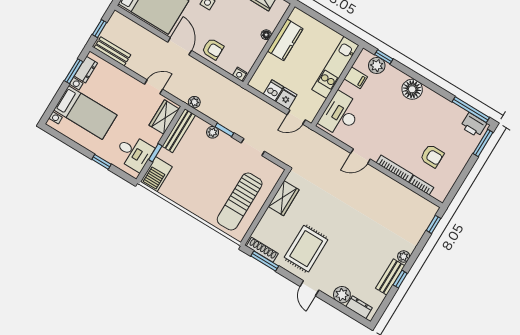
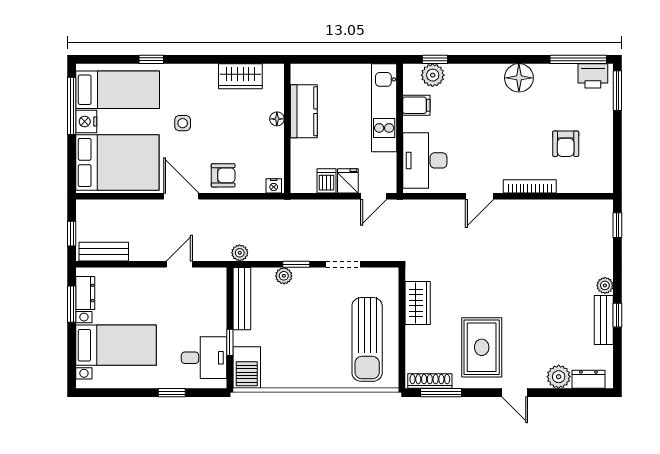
floor lamp: (412, 89) -> (519, 78), moved
wardrobe: (164, 117) -> (214, 293), removed
armchair: (432, 156) -> (566, 144), turned 90
bookcase: (421, 185) -> (574, 187), removed

